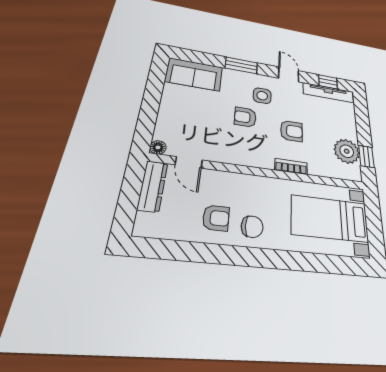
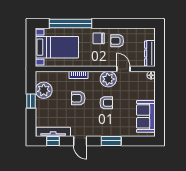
sofa: (194, 74) -> (146, 116), moved, turned -90
side table: (262, 96) -> (97, 120), removed
plant: (239, 152) -> (108, 79), added
window: (366, 156) -> (31, 101), moved
door: (189, 162) -> (123, 69), moved
window: (306, 262) -> (70, 23), added

